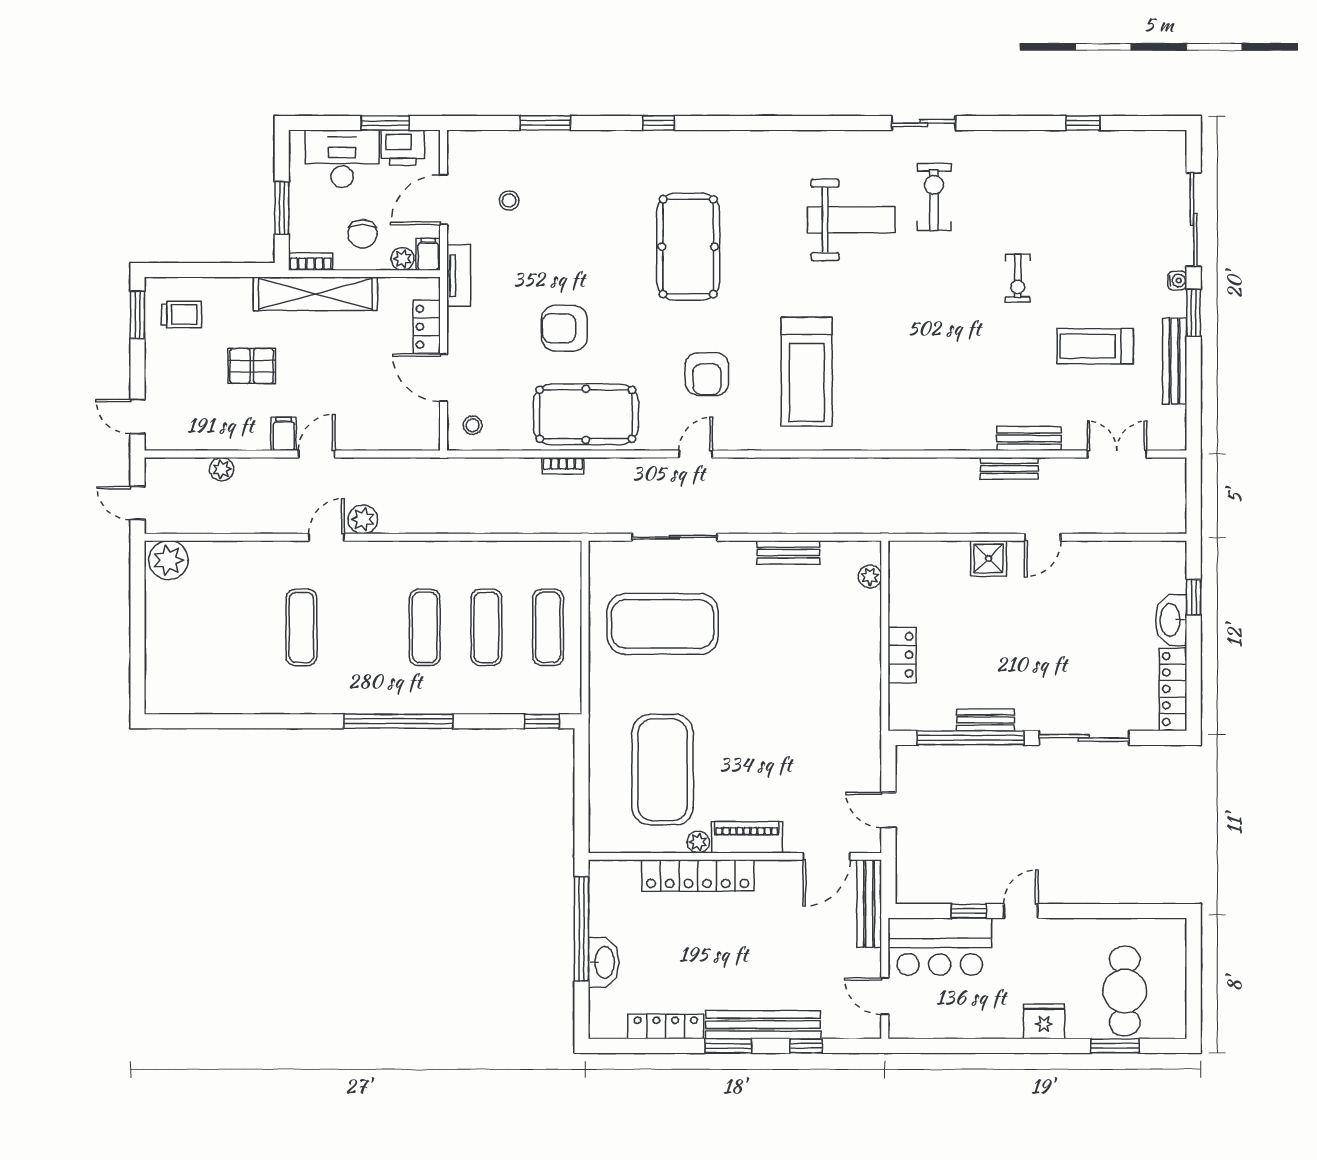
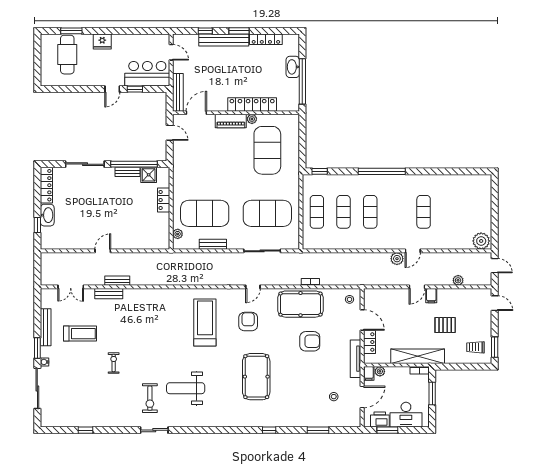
chair: (362, 234) -> (397, 382), removed
tv unit: (459, 276) -> (356, 359), width x1.41
shower: (989, 558) -> (149, 175), moved
exercise mat: (807, 624) -> (205, 213), added

